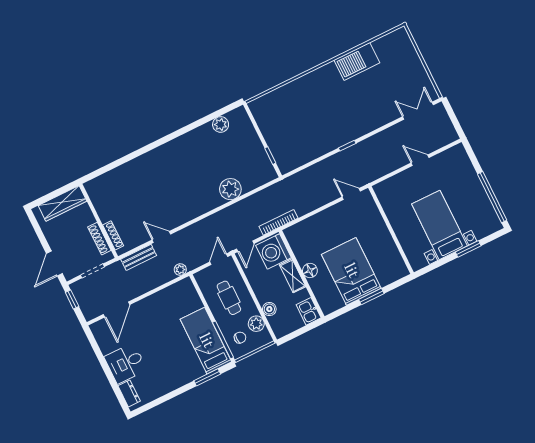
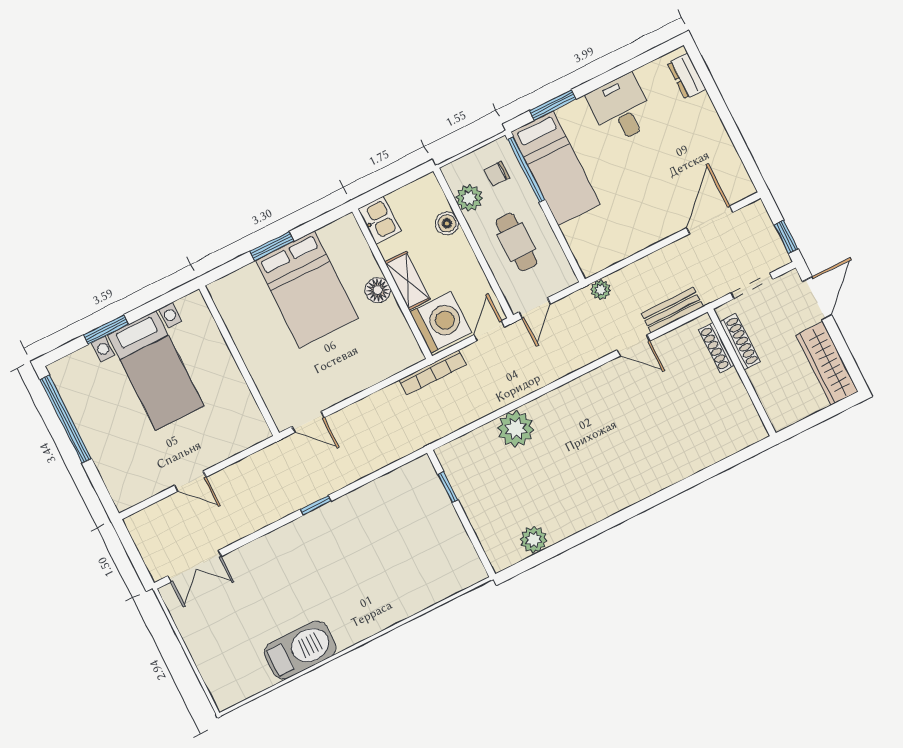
wardrobe: (63, 203) -> (827, 363), moved, turned -90
desk: (126, 363) -> (621, 109), moved, turned -90

